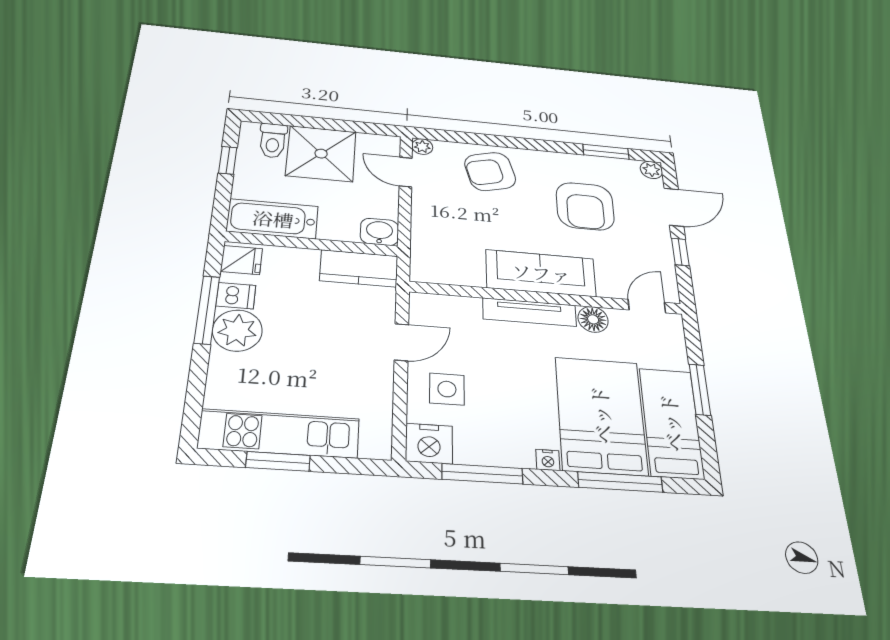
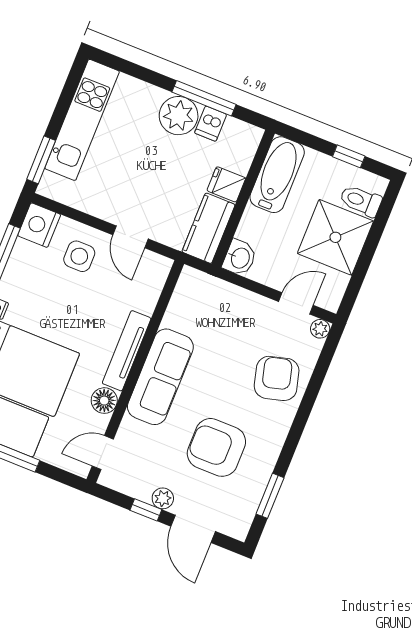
plant: (651, 170) -> (163, 498), moved
fridge: (241, 260) -> (226, 184), moved, turned 90
door: (647, 306) -> (103, 453), swing flipped
window: (278, 461) -> (41, 160), moved

